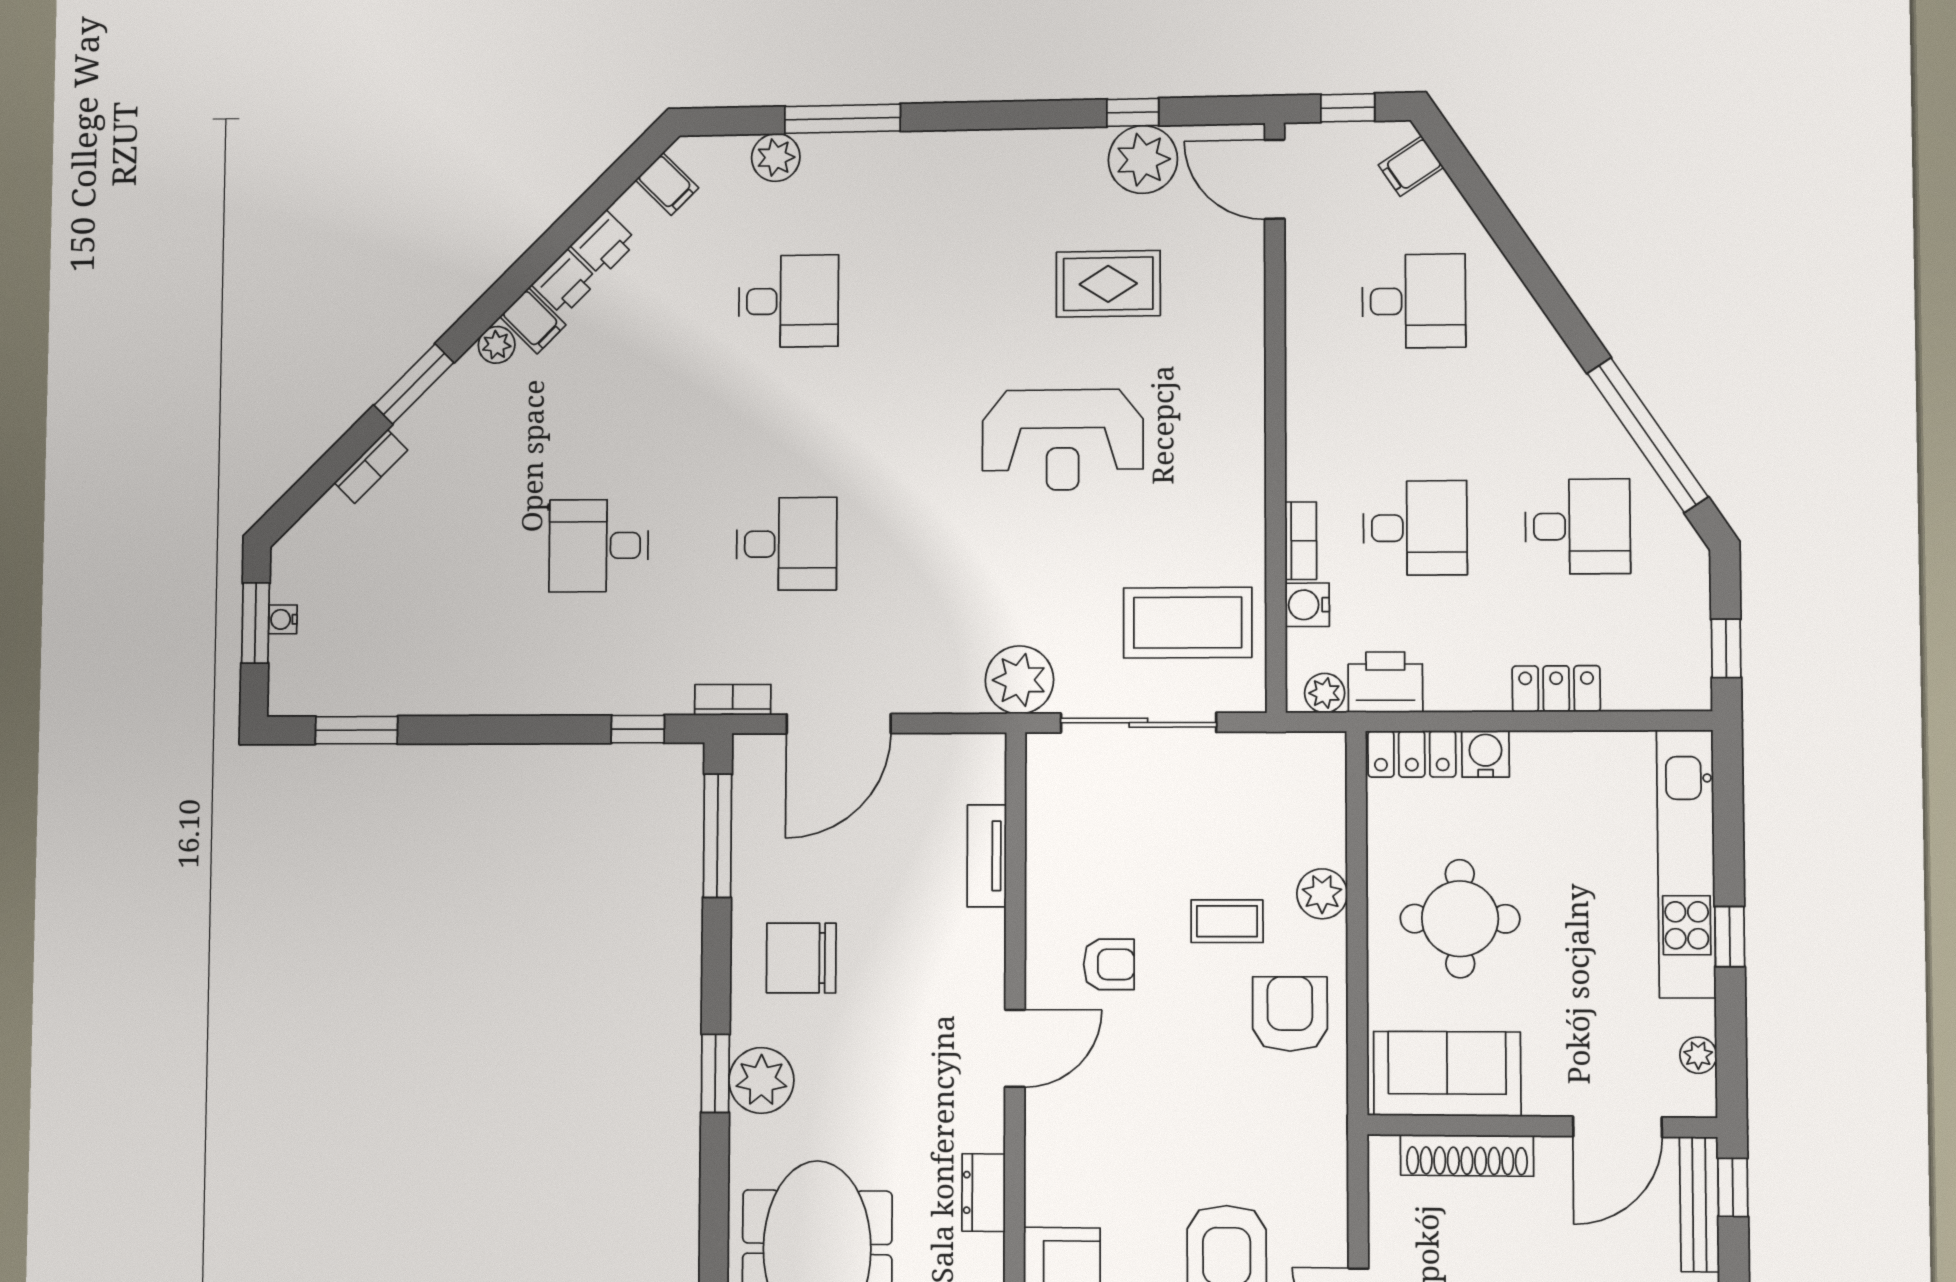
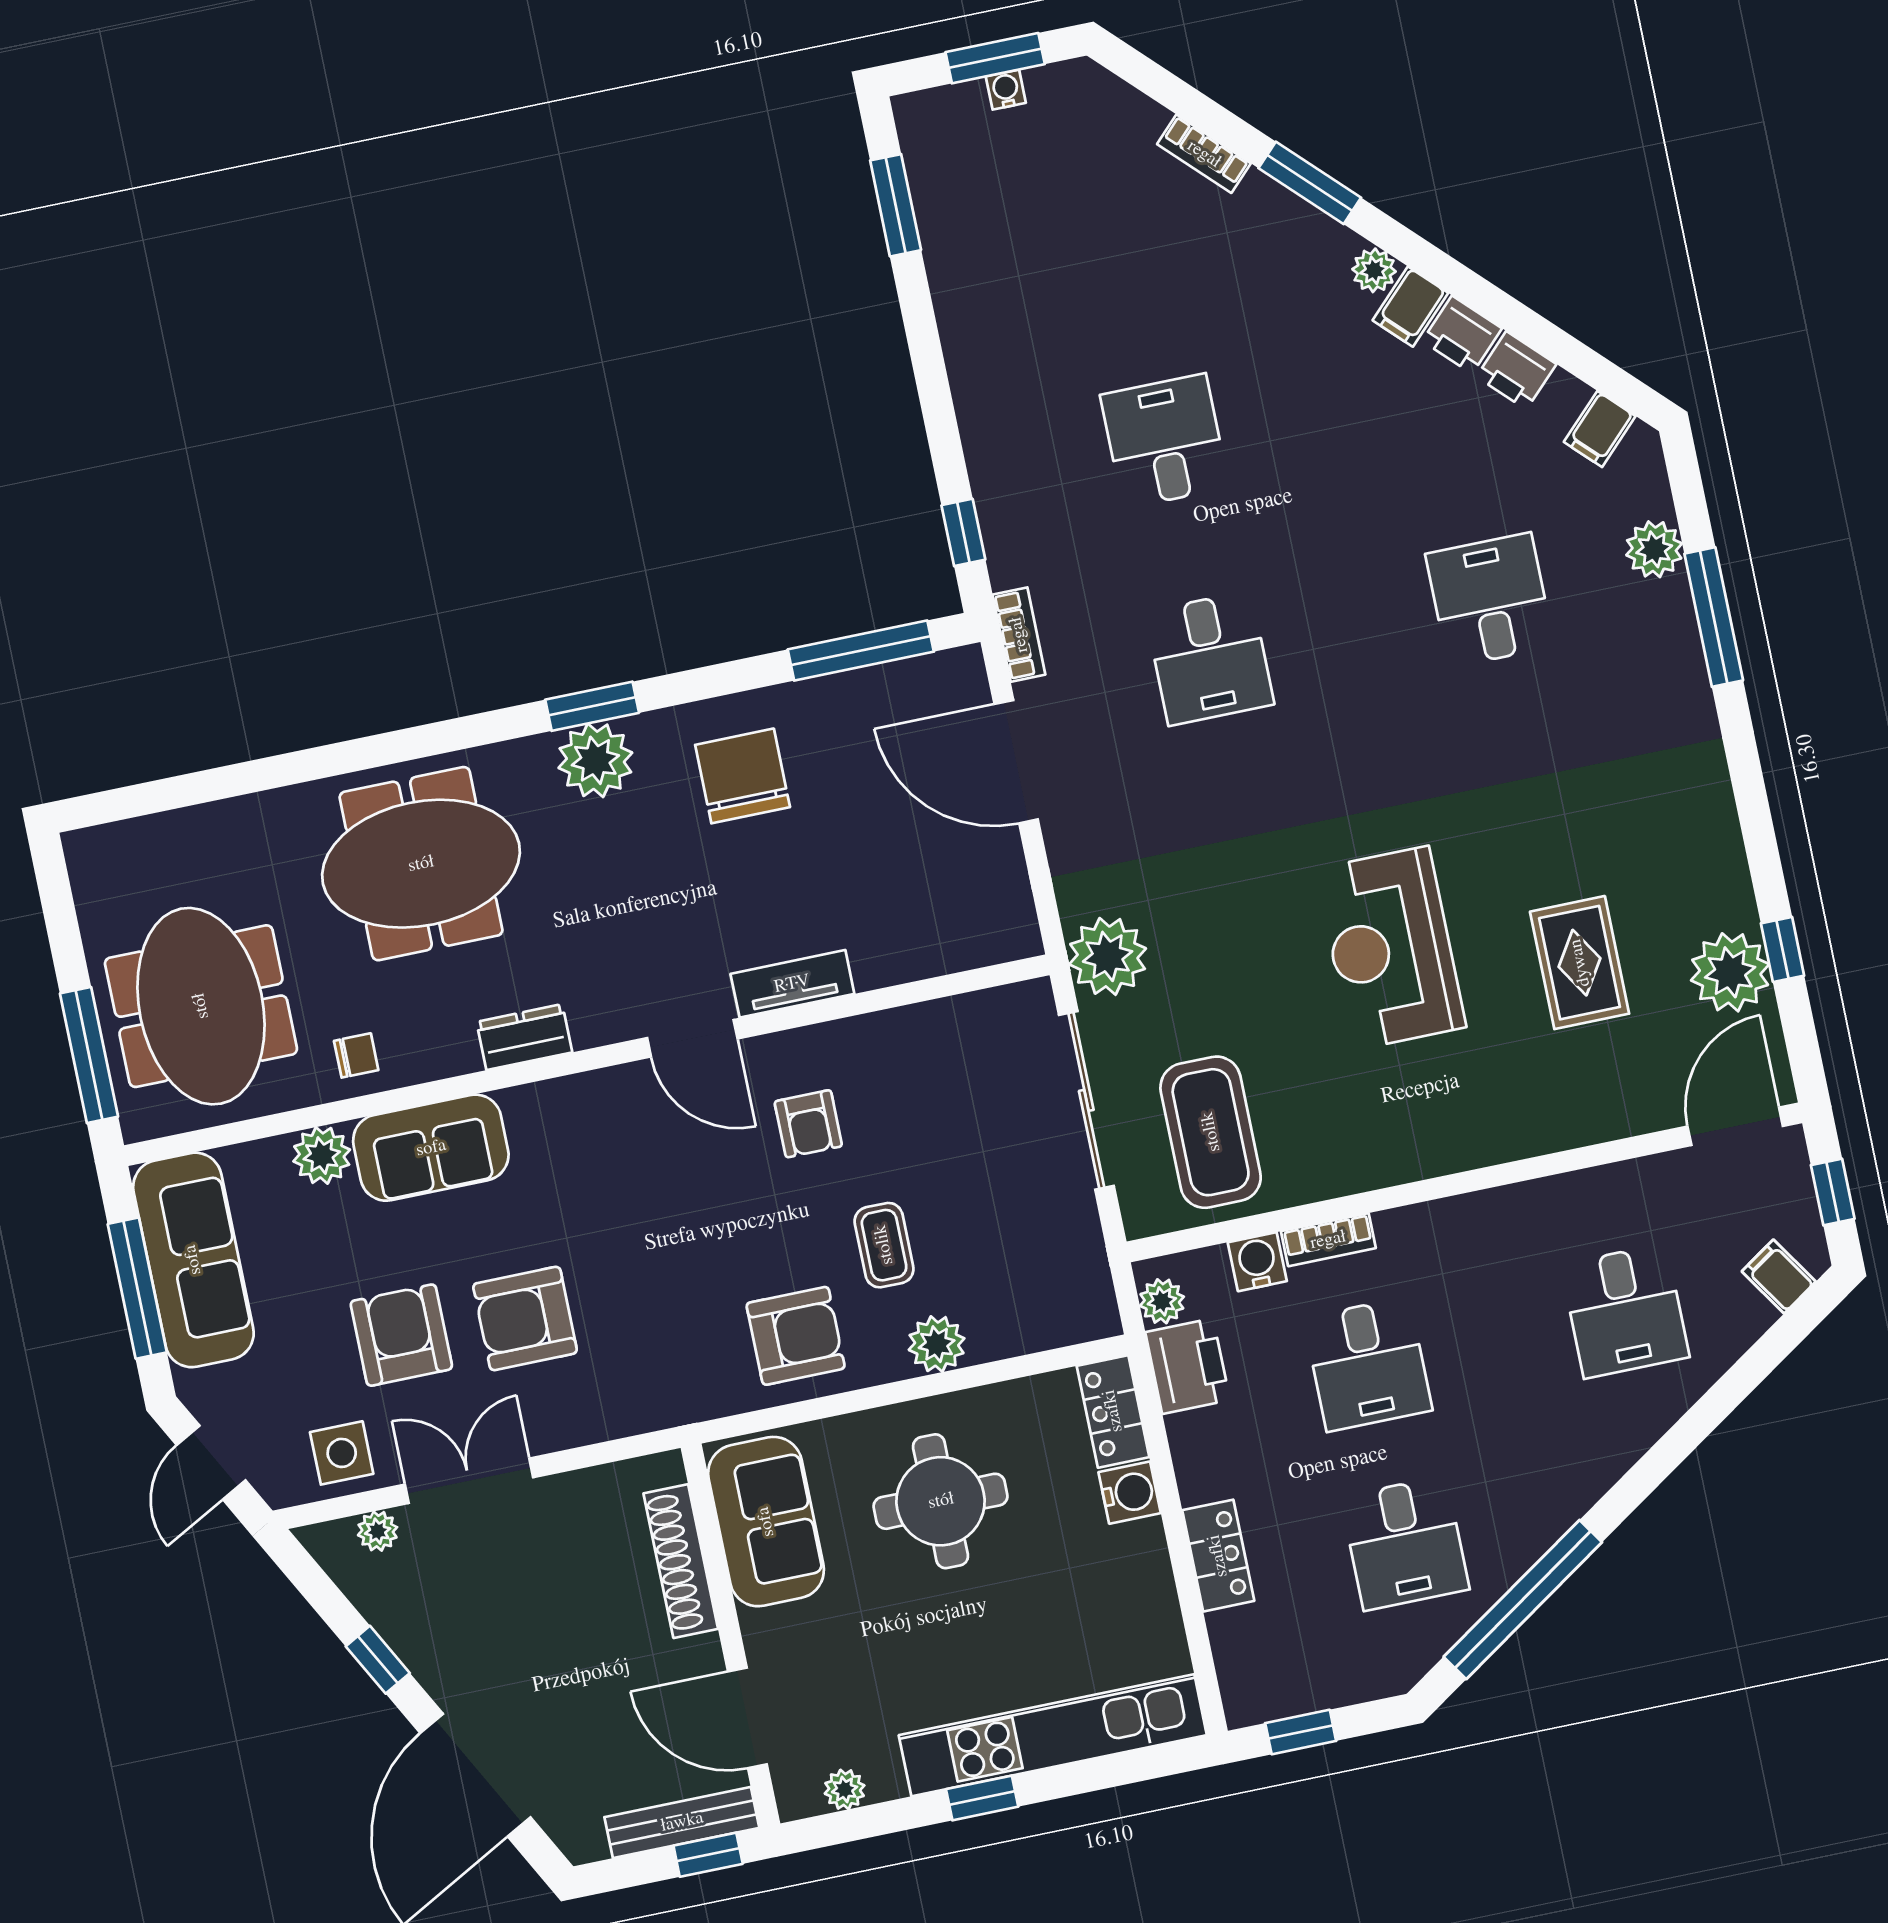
desk: (789, 301) -> (1490, 600), turned 180
tv unit: (987, 856) -> (792, 984), moved

